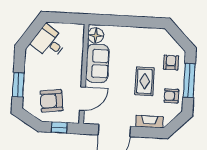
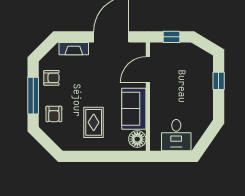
desk: (49, 42) -> (176, 135), moved, turned 55
rug: (145, 81) -> (94, 122), moved
window: (18, 85) -> (219, 81), width x0.67
armchair: (51, 101) -> (181, 66), removed

